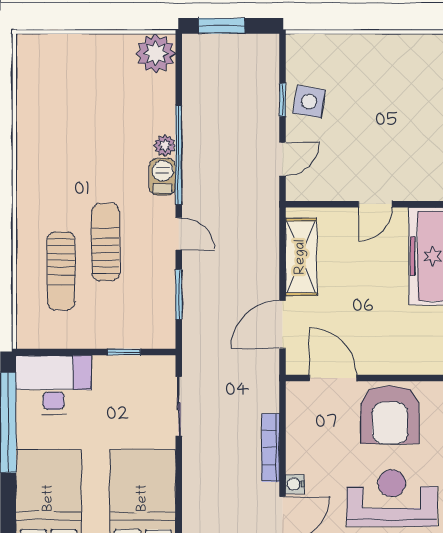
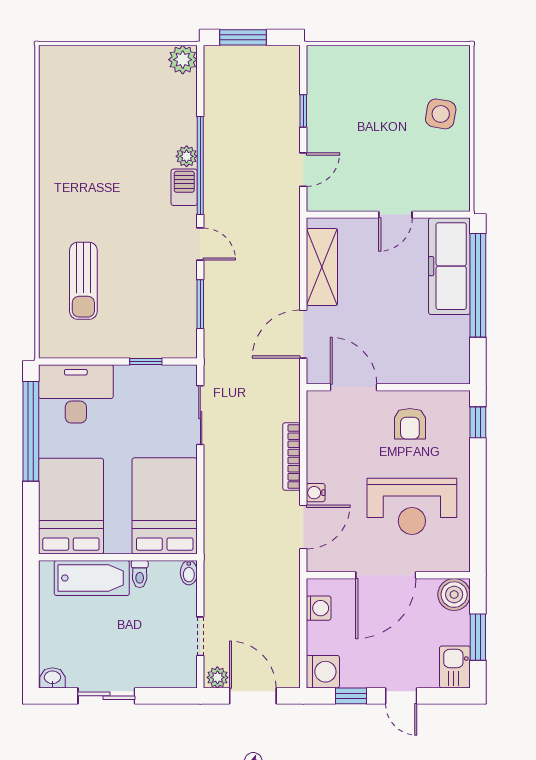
plant: (156, 53) -> (183, 60), width x0.73, depth x0.73
side table: (309, 101) -> (441, 114), moved
sun lounger: (106, 242) -> (128, 252), removed
armchair: (390, 415) -> (410, 424), width x0.53, depth x0.53
reception desk: (392, 498) -> (412, 506), turned 180

